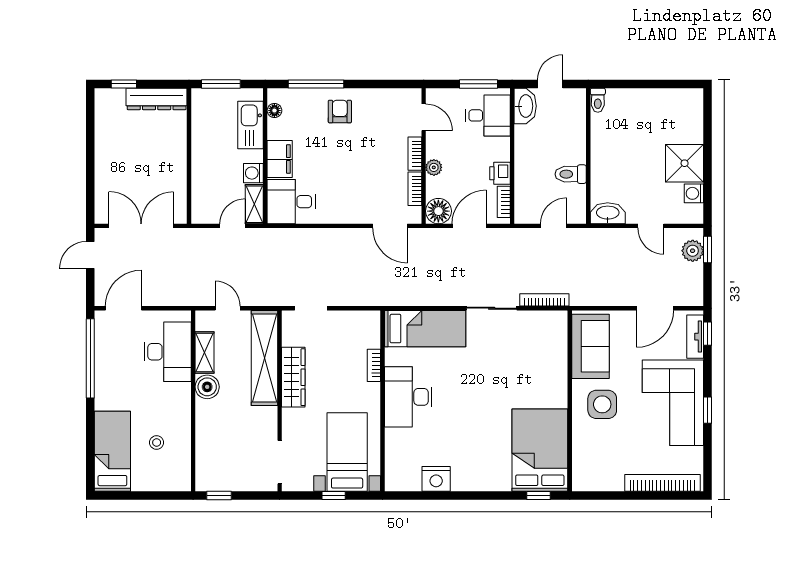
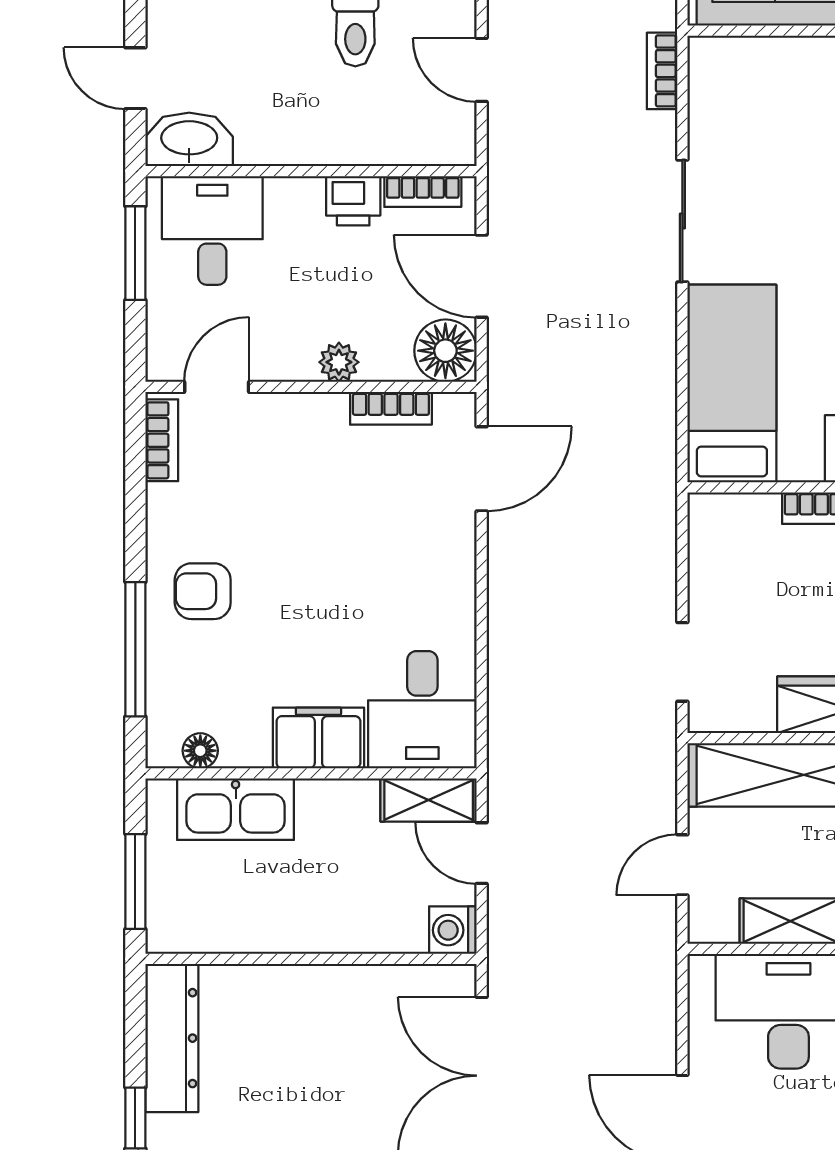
bookcase: (415, 154) -> (162, 440), moved, turned -90
washing machine: (253, 173) -> (453, 930), moved, turned 90
bookcase: (544, 300) -> (662, 71), width x0.64

